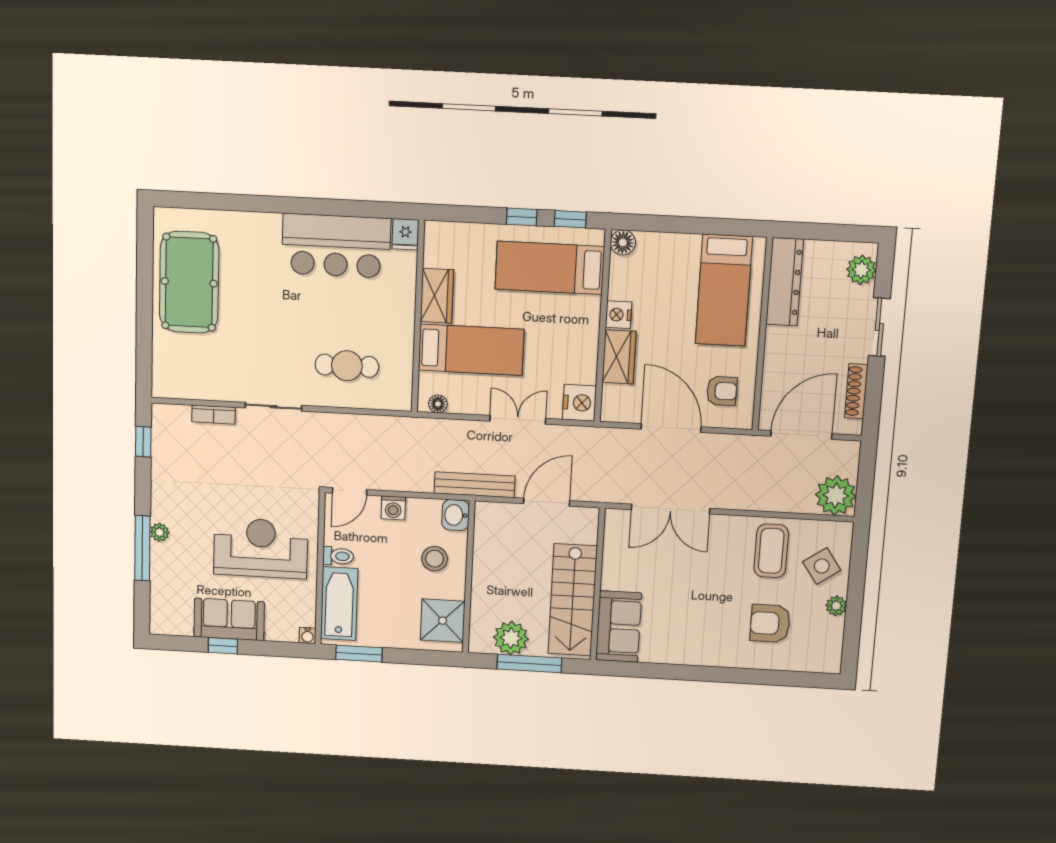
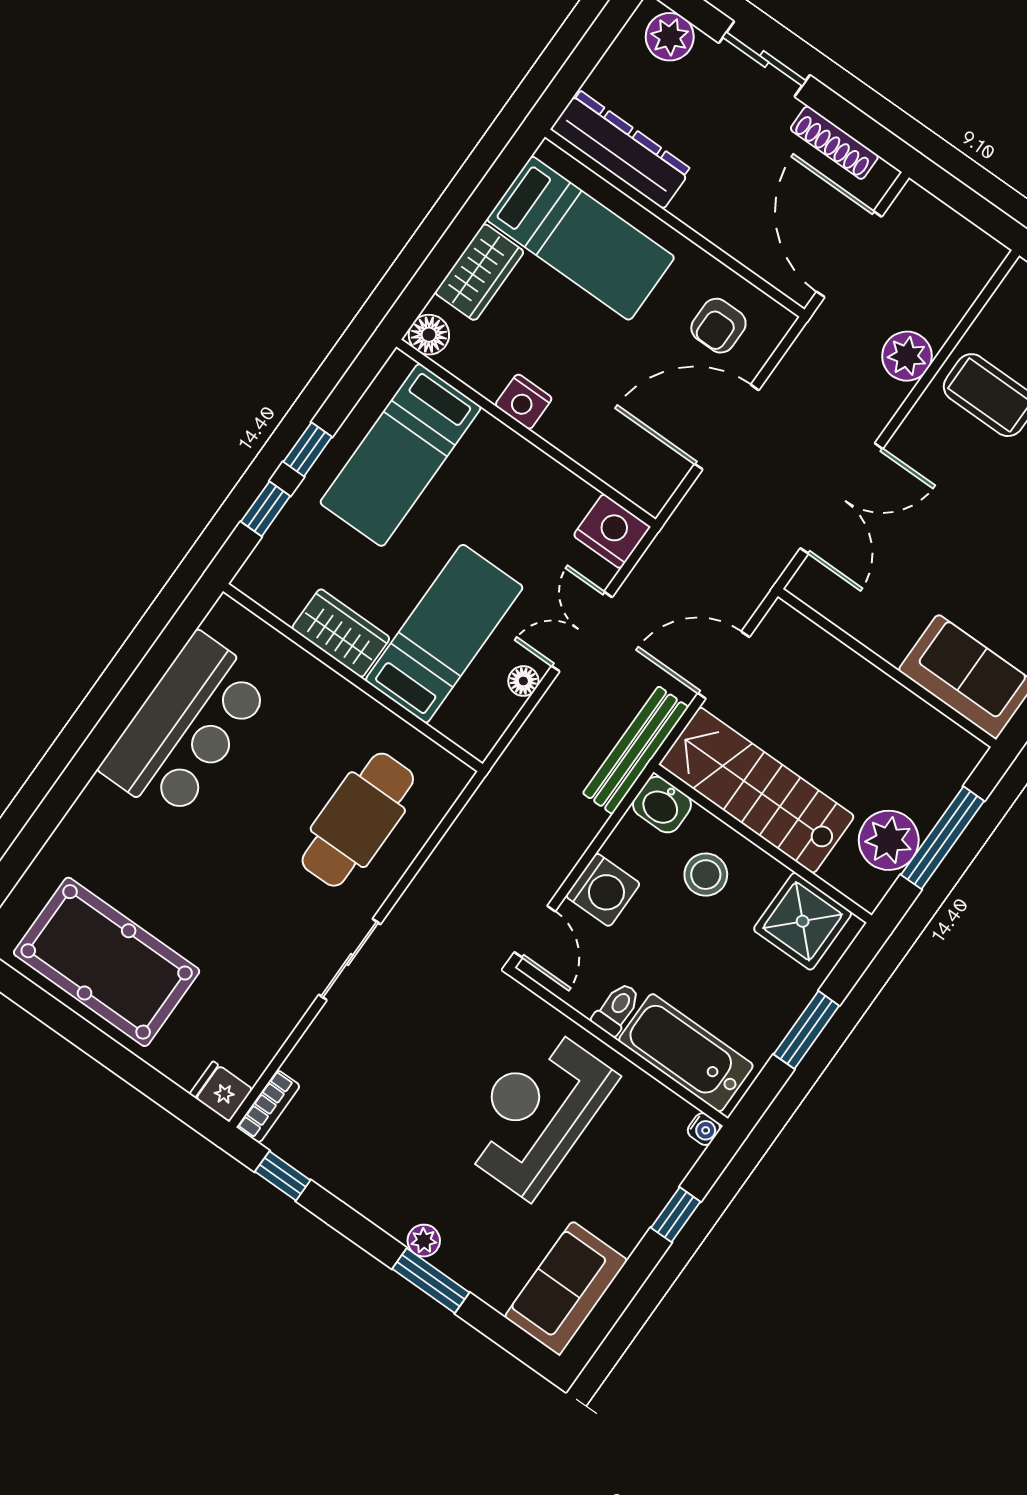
window: (570, 219) -> (266, 509), moved
fridge: (405, 234) -> (221, 1092), moved, turned 180
wardrobe: (619, 357) -> (479, 272), moved, turned 90
cafe table: (347, 366) -> (358, 820), width x1.37, depth x1.35
armchair: (722, 391) -> (718, 326), turned 180
floor lamp: (438, 404) -> (523, 681), moved
bookcase: (214, 415) -> (268, 1106), moved
plant: (836, 495) -> (907, 356), moved, width x0.73, depth x0.73
door: (547, 502) -> (724, 665), hinge flipped
washing machine: (393, 508) -> (603, 890), width x1.38, depth x1.38
window: (142, 548) -> (431, 1281), width x0.69
stairs: (573, 600) -> (757, 790), moved, turned 180
sofa: (229, 619) -> (566, 1288), moved
window: (223, 646) -> (676, 1215), moved
window: (359, 654) -> (806, 1030), moved

